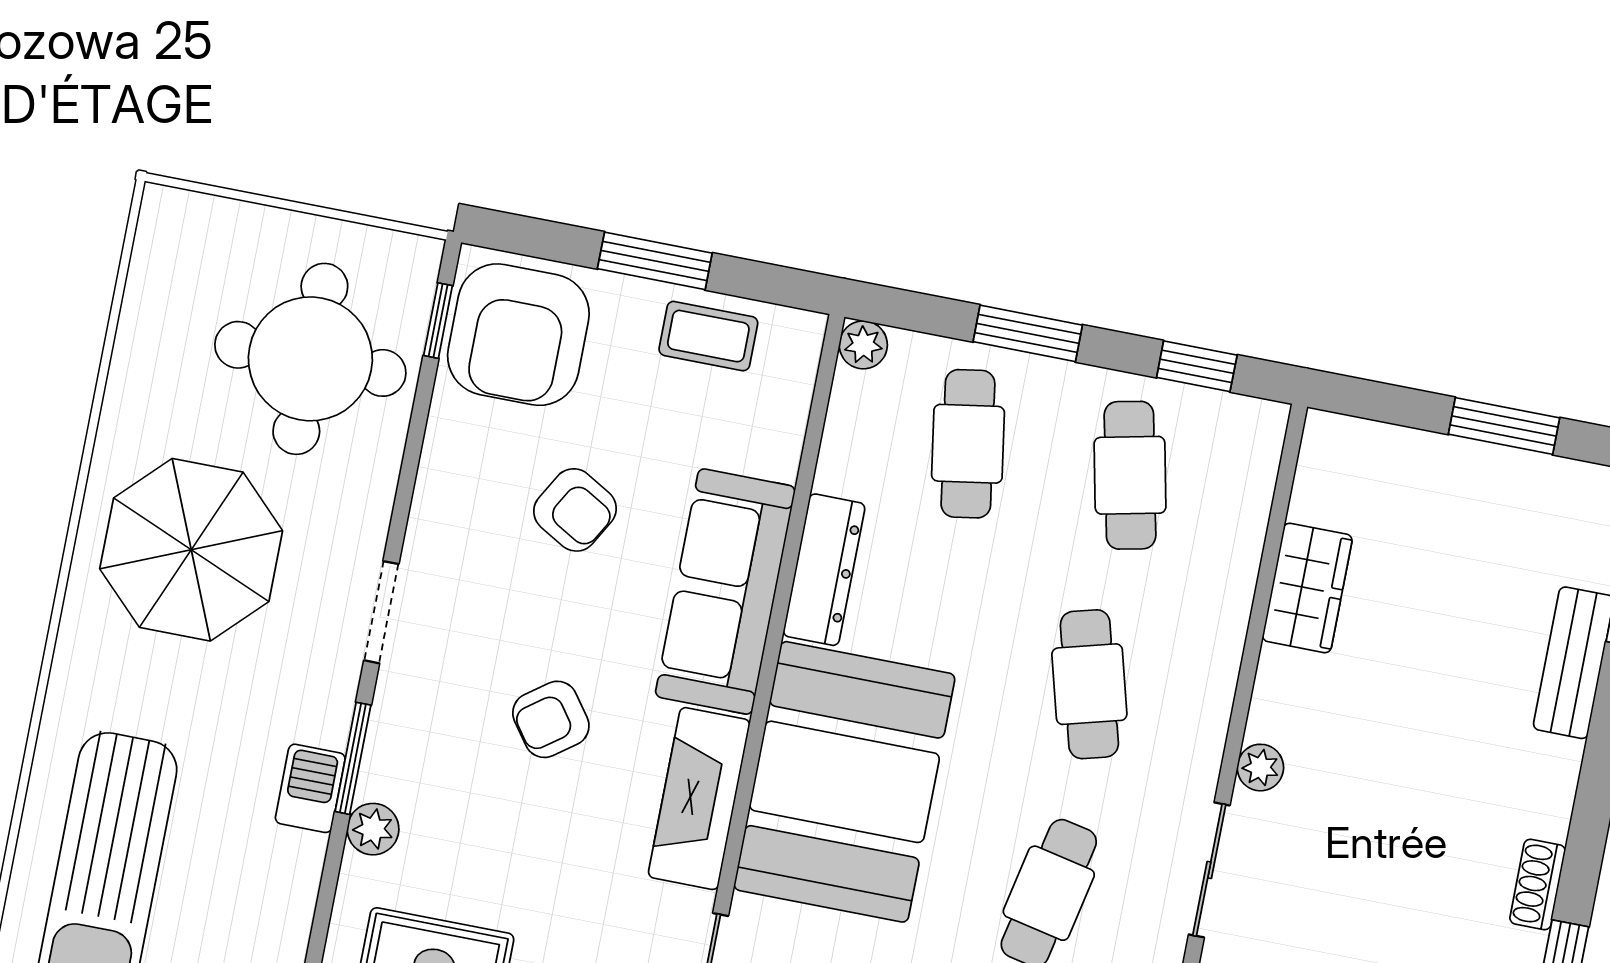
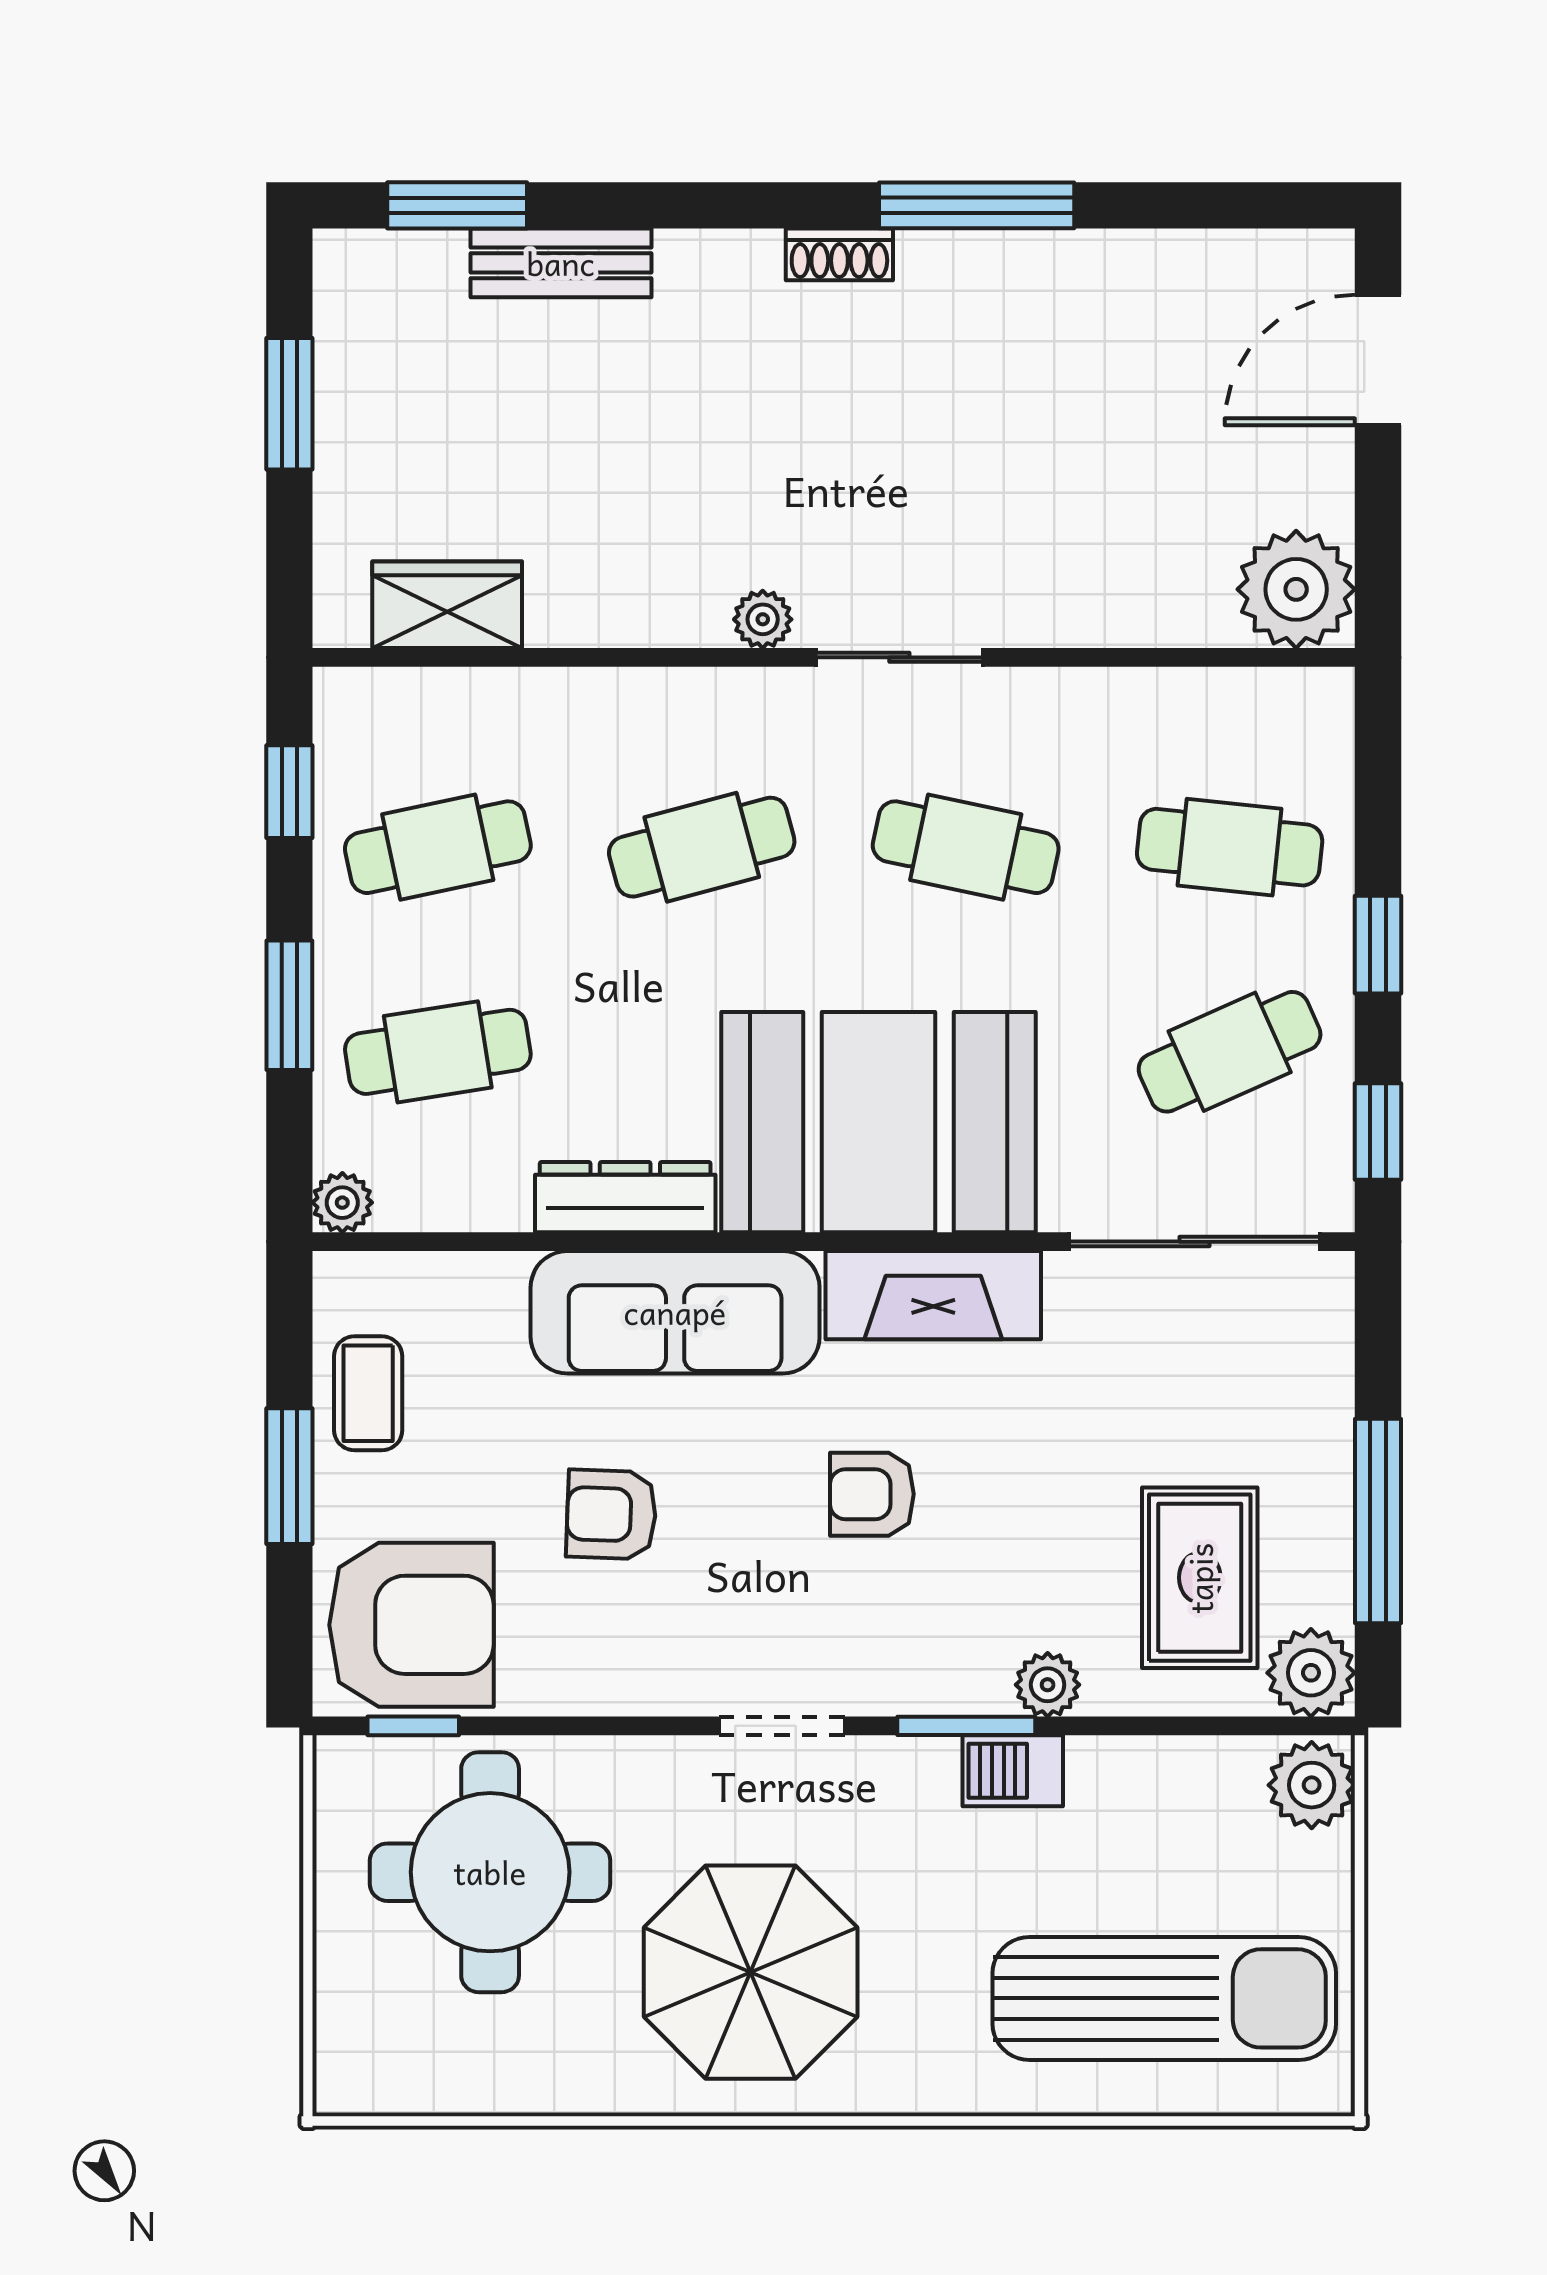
armchair: (575, 510) -> (611, 1514), turned -118
wardrobe: (1307, 588) -> (447, 605), moved
armchair: (551, 719) -> (872, 1494), turned 126

